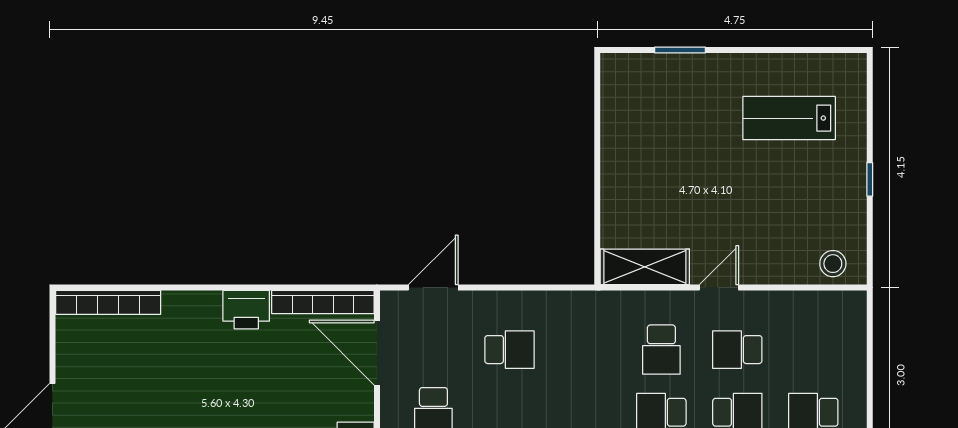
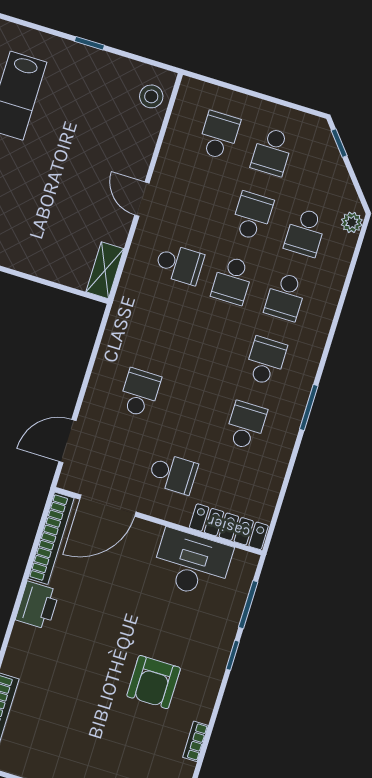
shelving: (645, 267) -> (105, 270), width x0.67, depth x0.75
door: (433, 288) -> (67, 441), hinge flipped
school desk: (737, 350) -> (219, 135), moved, turned 180

